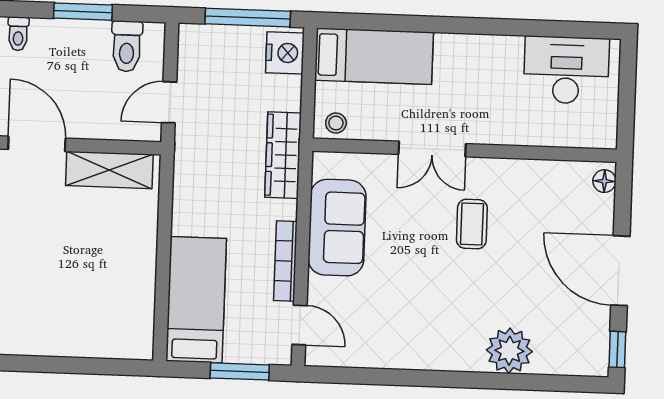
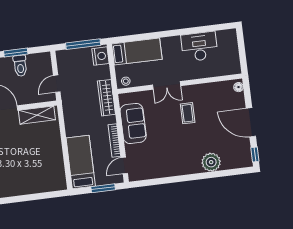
toilet: (127, 46) -> (20, 66), moved
desk: (566, 70) -> (199, 47), moved
door: (300, 325) -> (124, 165), swing flipped

